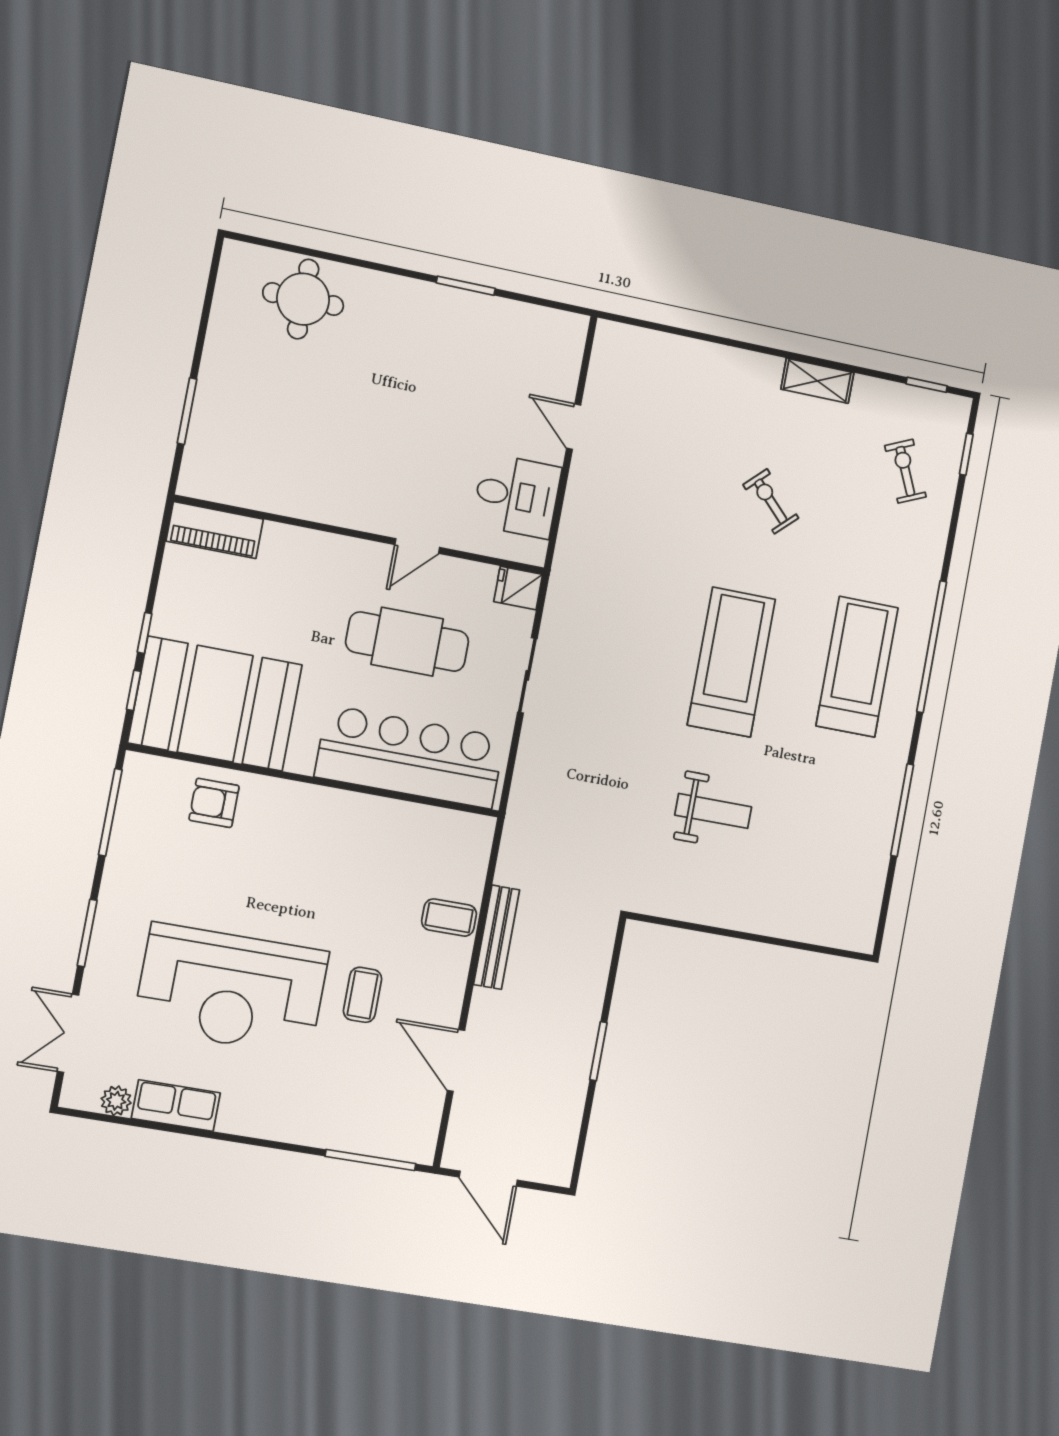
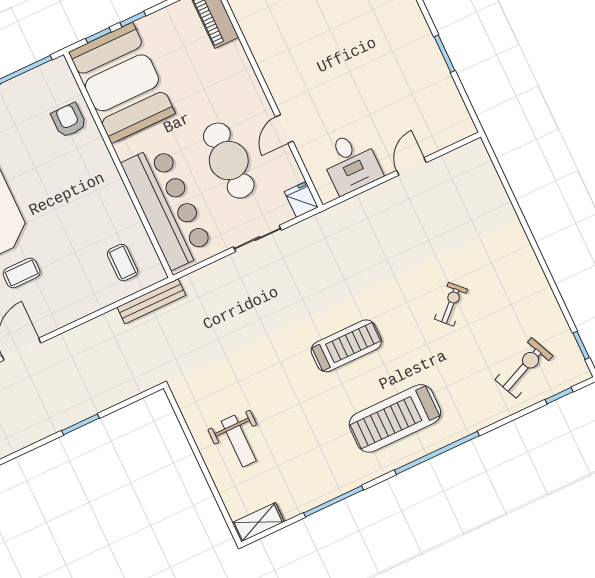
shelving: (817, 381) -> (258, 522), moved, turned 90
exercise bike: (905, 471) -> (524, 368), width x1.38, depth x1.39
door: (417, 546) -> (284, 129), hinge flipped
treadmill: (731, 662) -> (346, 346), width x0.73, depth x0.73
treadmill: (857, 667) -> (395, 418), turned 180
weight bench: (713, 811) -> (239, 441), moved
coffee table: (449, 918) -> (122, 263), moved
bench: (497, 937) -> (151, 301), moved

